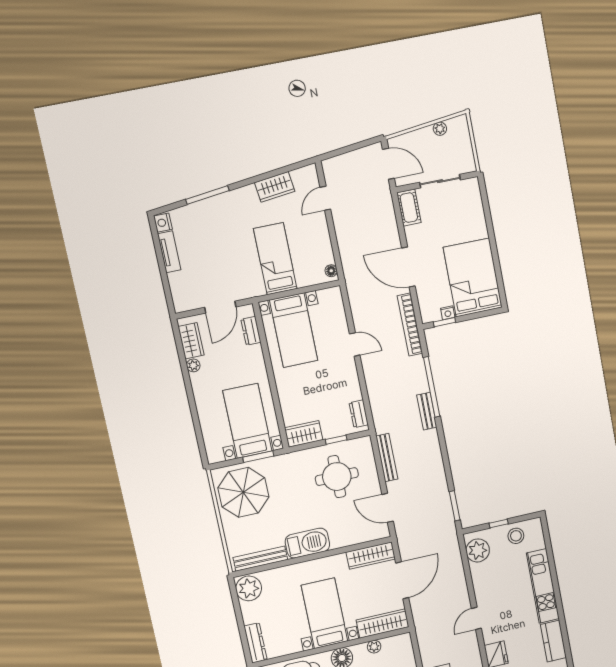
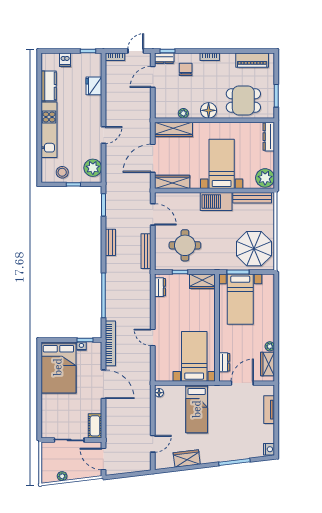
tv unit: (169, 252) -> (269, 410), moved
bench: (427, 411) -> (110, 242), moved
bed with nightstands: (325, 613) -> (222, 164), moved, turned 180
door: (476, 618) -> (103, 135), moved

